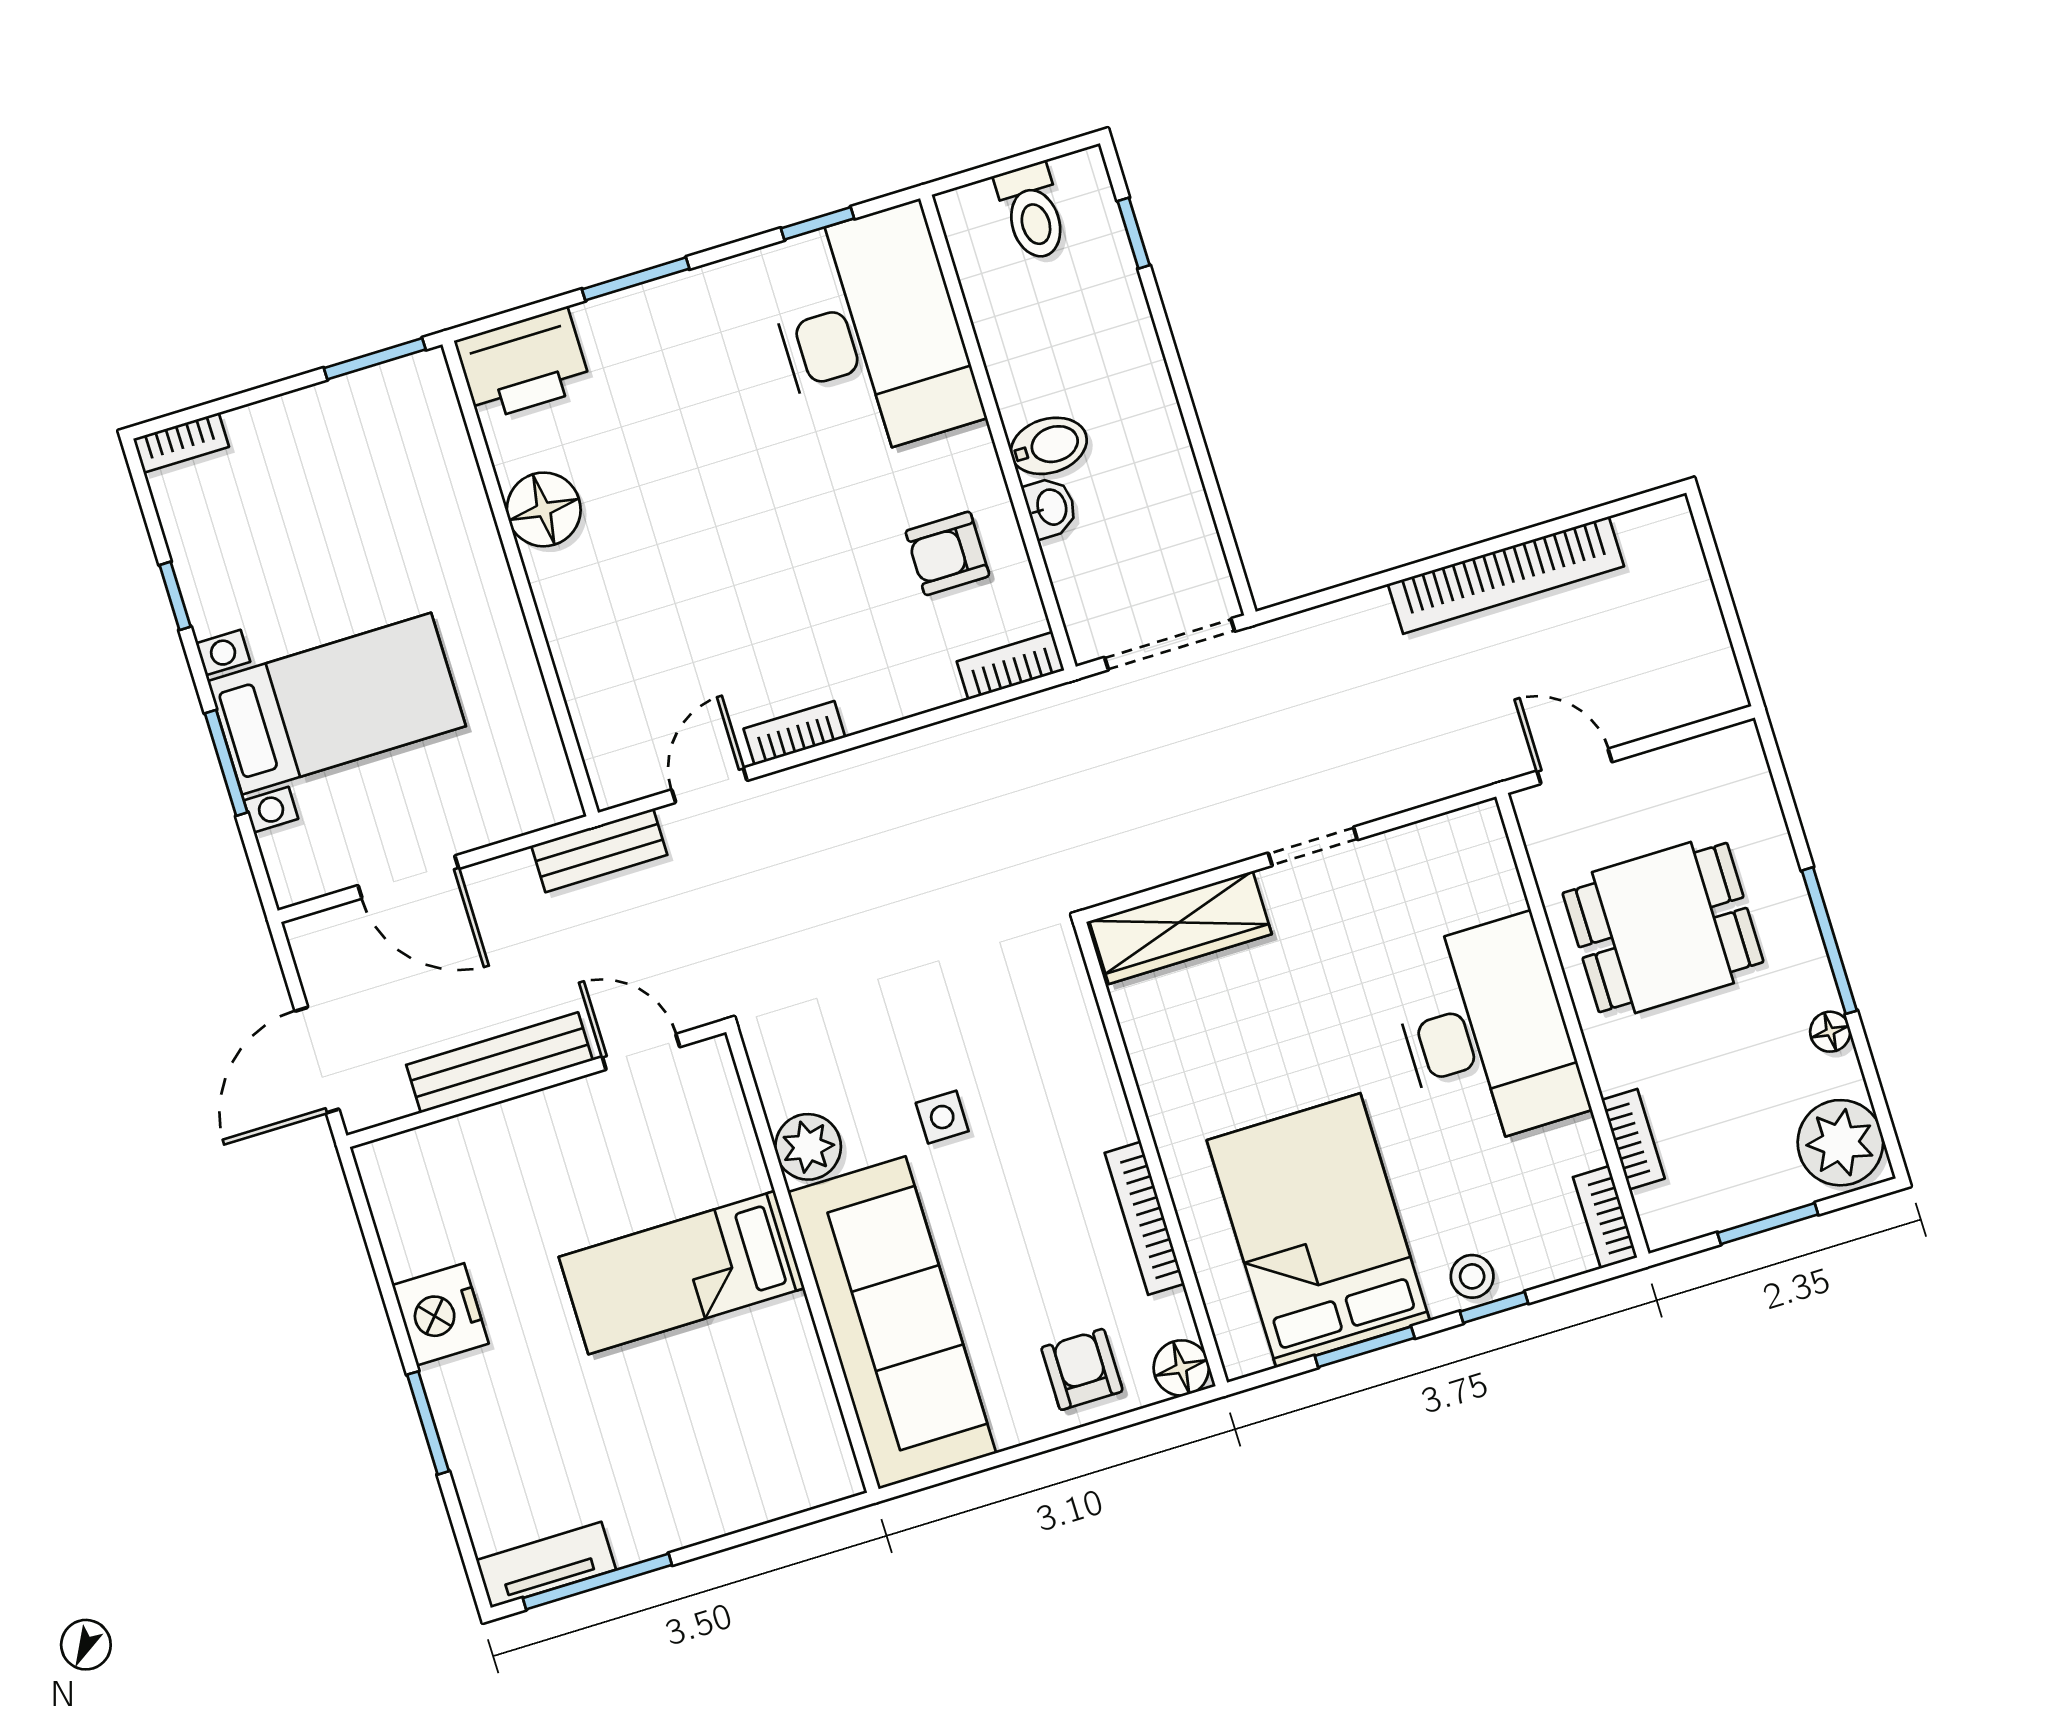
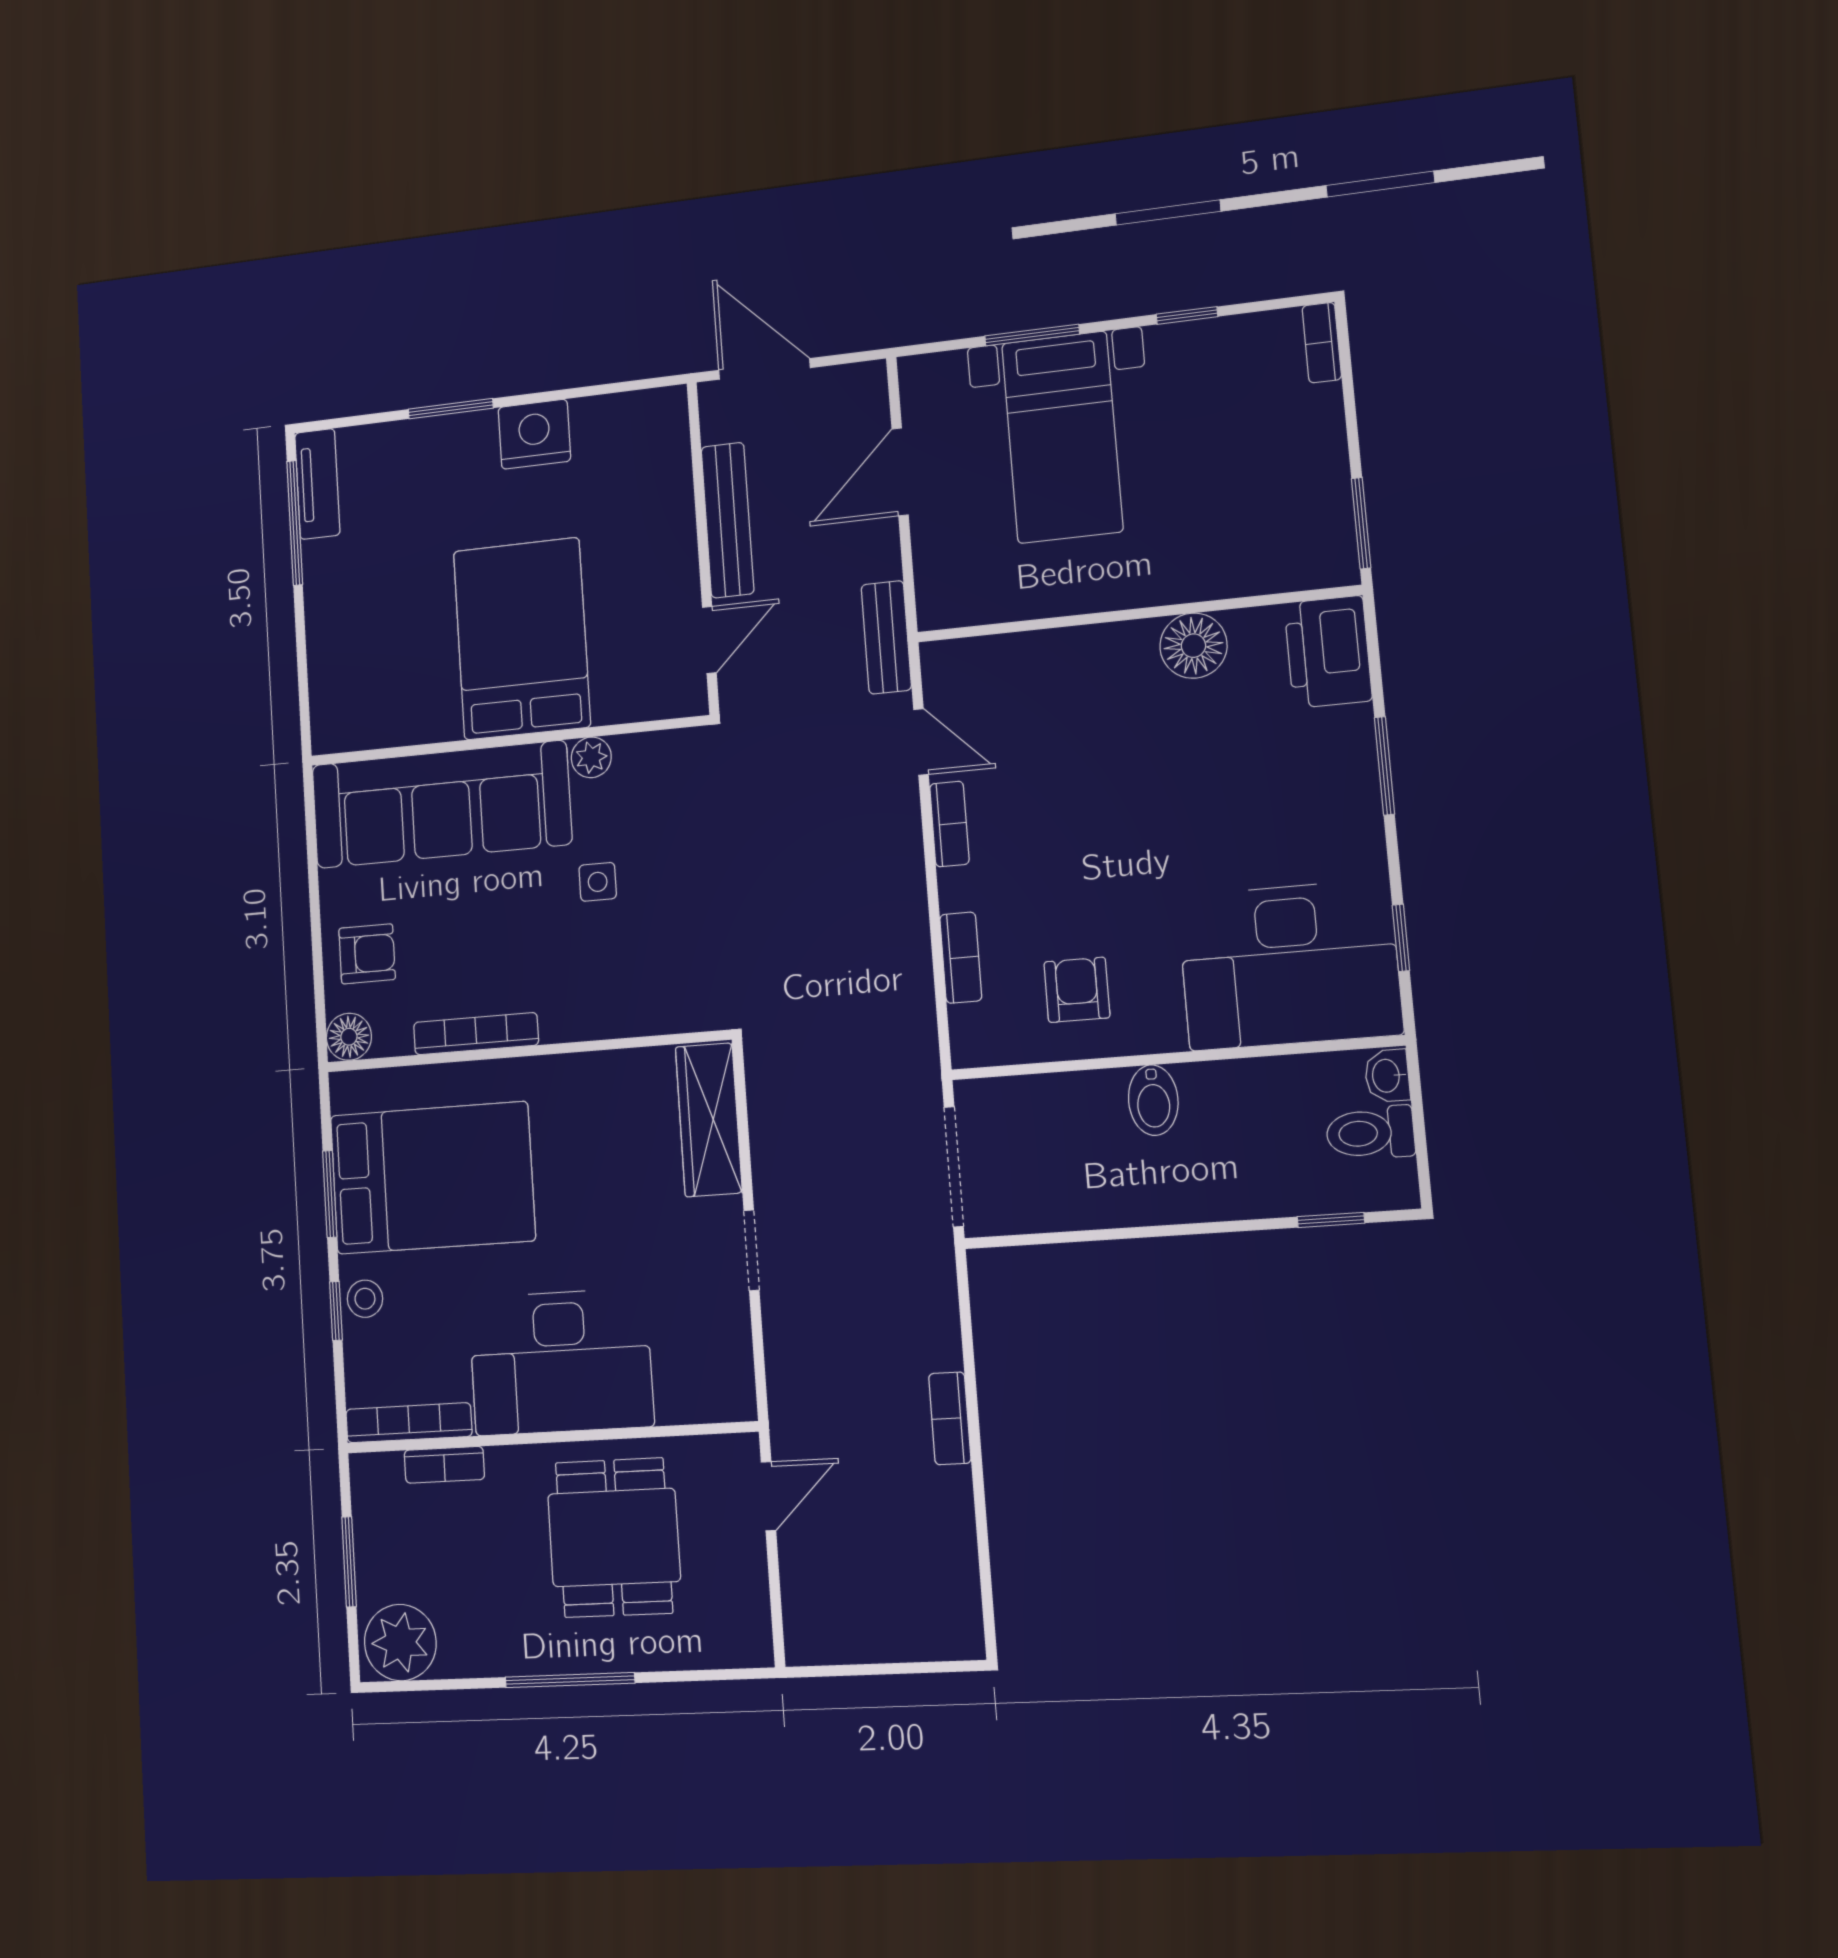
washbasin: (1051, 507) -> (1387, 1076), moved, turned 90
bookcase: (1506, 575) -> (950, 1418), width x0.43, depth x0.76
bookcase: (1011, 666) -> (961, 958), moved
floor lamp: (1830, 1032) -> (494, 1659), removed
plant: (808, 1147) -> (591, 757), width x0.73, depth x0.73
bookcase: (1605, 1217) -> (409, 1423), width x1.56
bed: (682, 1273) -> (522, 639), width x1.50

